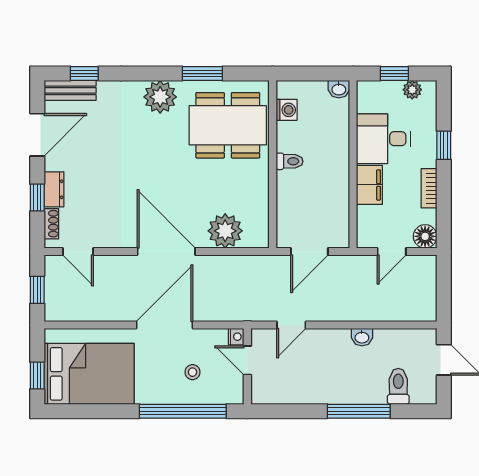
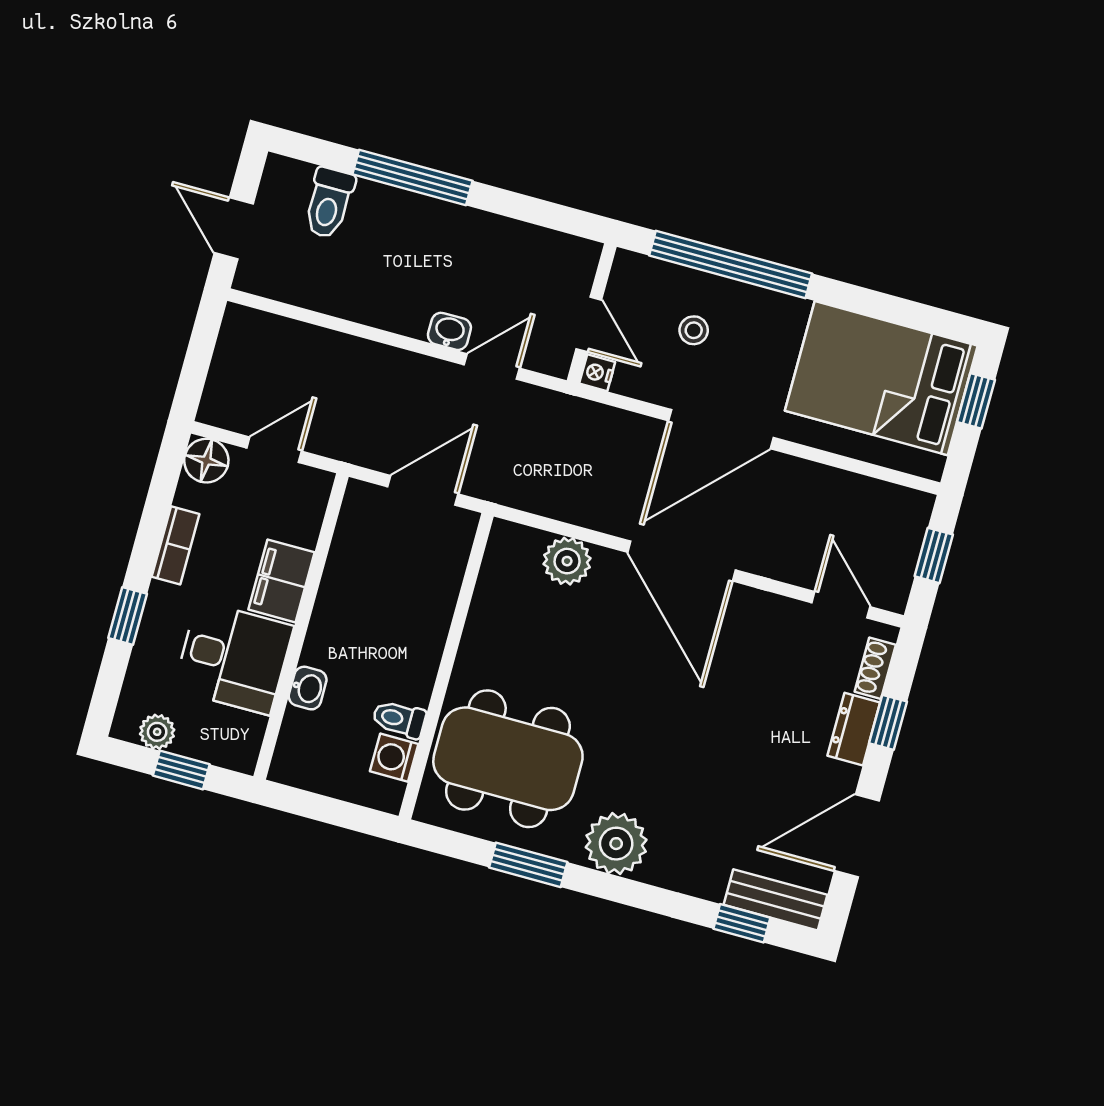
washbasin: (339, 89) -> (308, 688), moved, turned 90
toilet: (289, 161) -> (399, 719), moved
plant: (225, 231) -> (567, 561), width x0.73, depth x0.73
washbasin: (362, 337) -> (449, 331), moved

